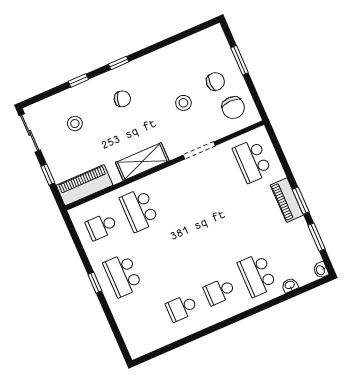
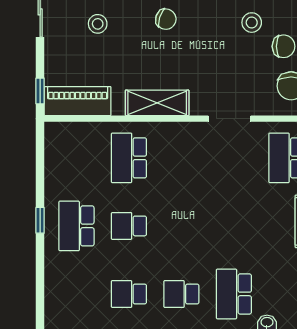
stool: (183, 103) -> (252, 23), moved
window: (48, 175) -> (40, 91), moved
school desk: (101, 226) -> (129, 226), moved

